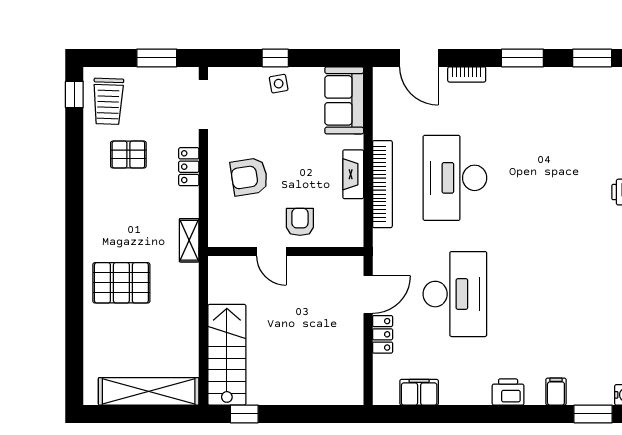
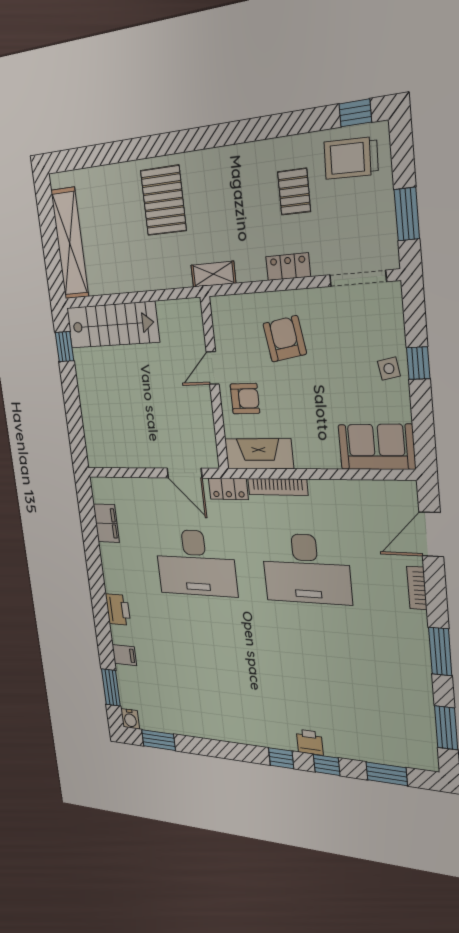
fireplace: (353, 174) -> (259, 454), moved, width x1.37, depth x1.32
desk: (455, 178) -> (306, 569), turned 180
bookcase: (382, 184) -> (278, 487), width x0.68, depth x0.76
locker: (383, 334) -> (228, 489), moved

